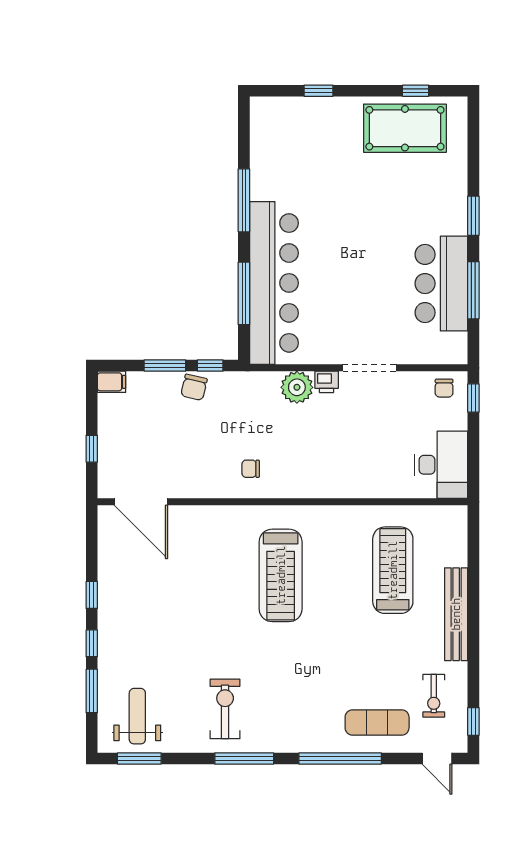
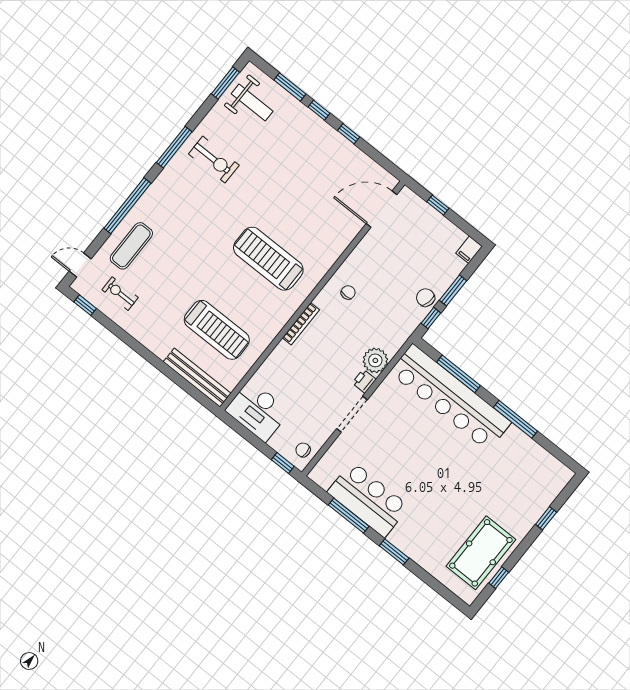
bookcase: (320, 491) -> (301, 324), added
bench: (456, 614) -> (197, 378), moved

